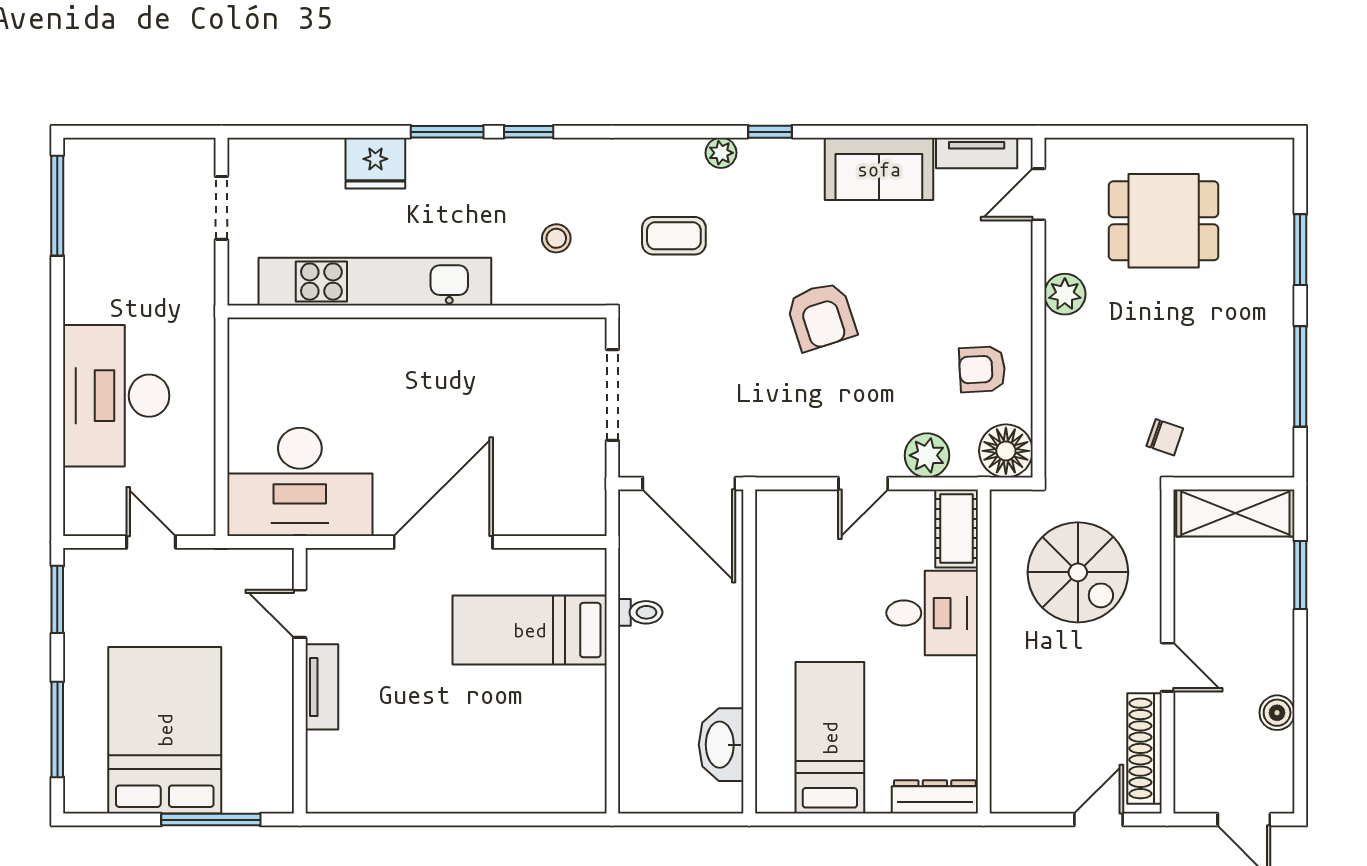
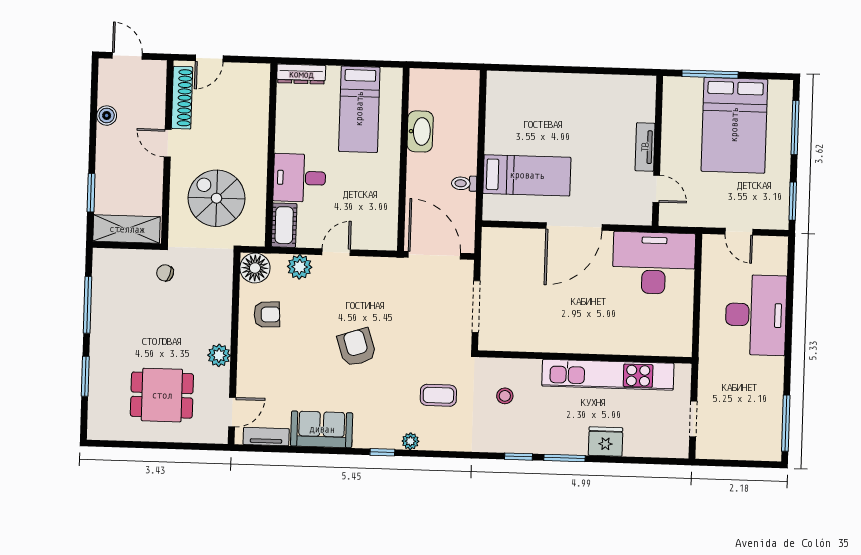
washbasin: (721, 745) -> (420, 131), moved

